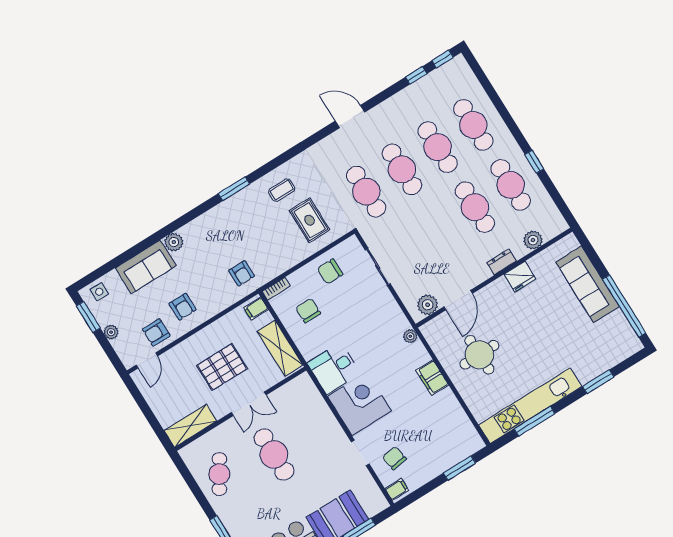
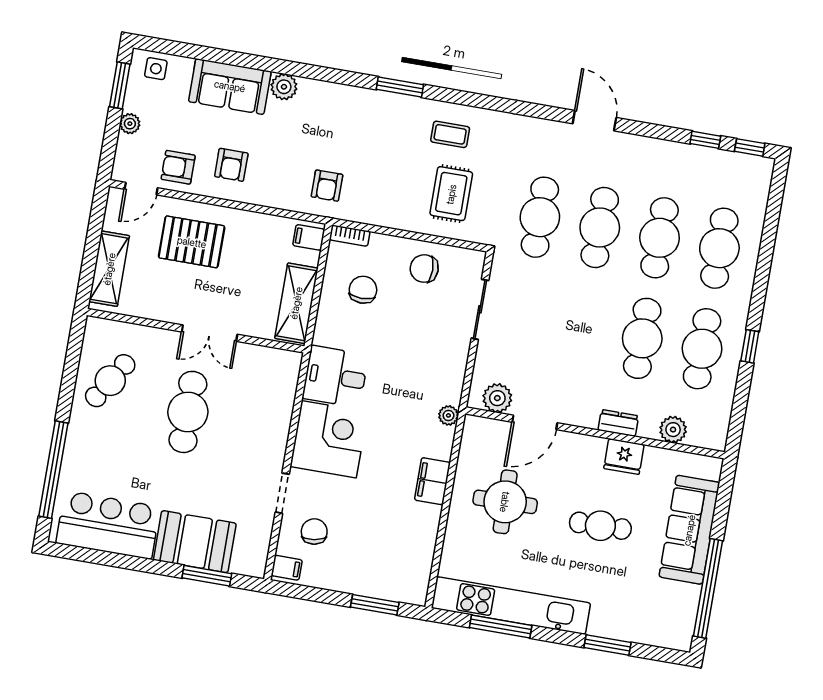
cafe table: (540, 323) -> (600, 526), added
pallet: (222, 367) -> (192, 242), moved
shelving: (190, 426) -> (109, 269), moved, turned 90

